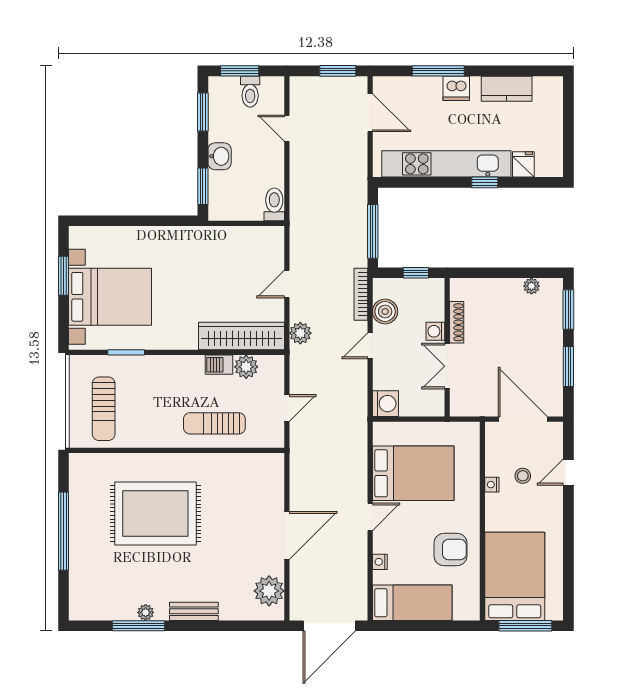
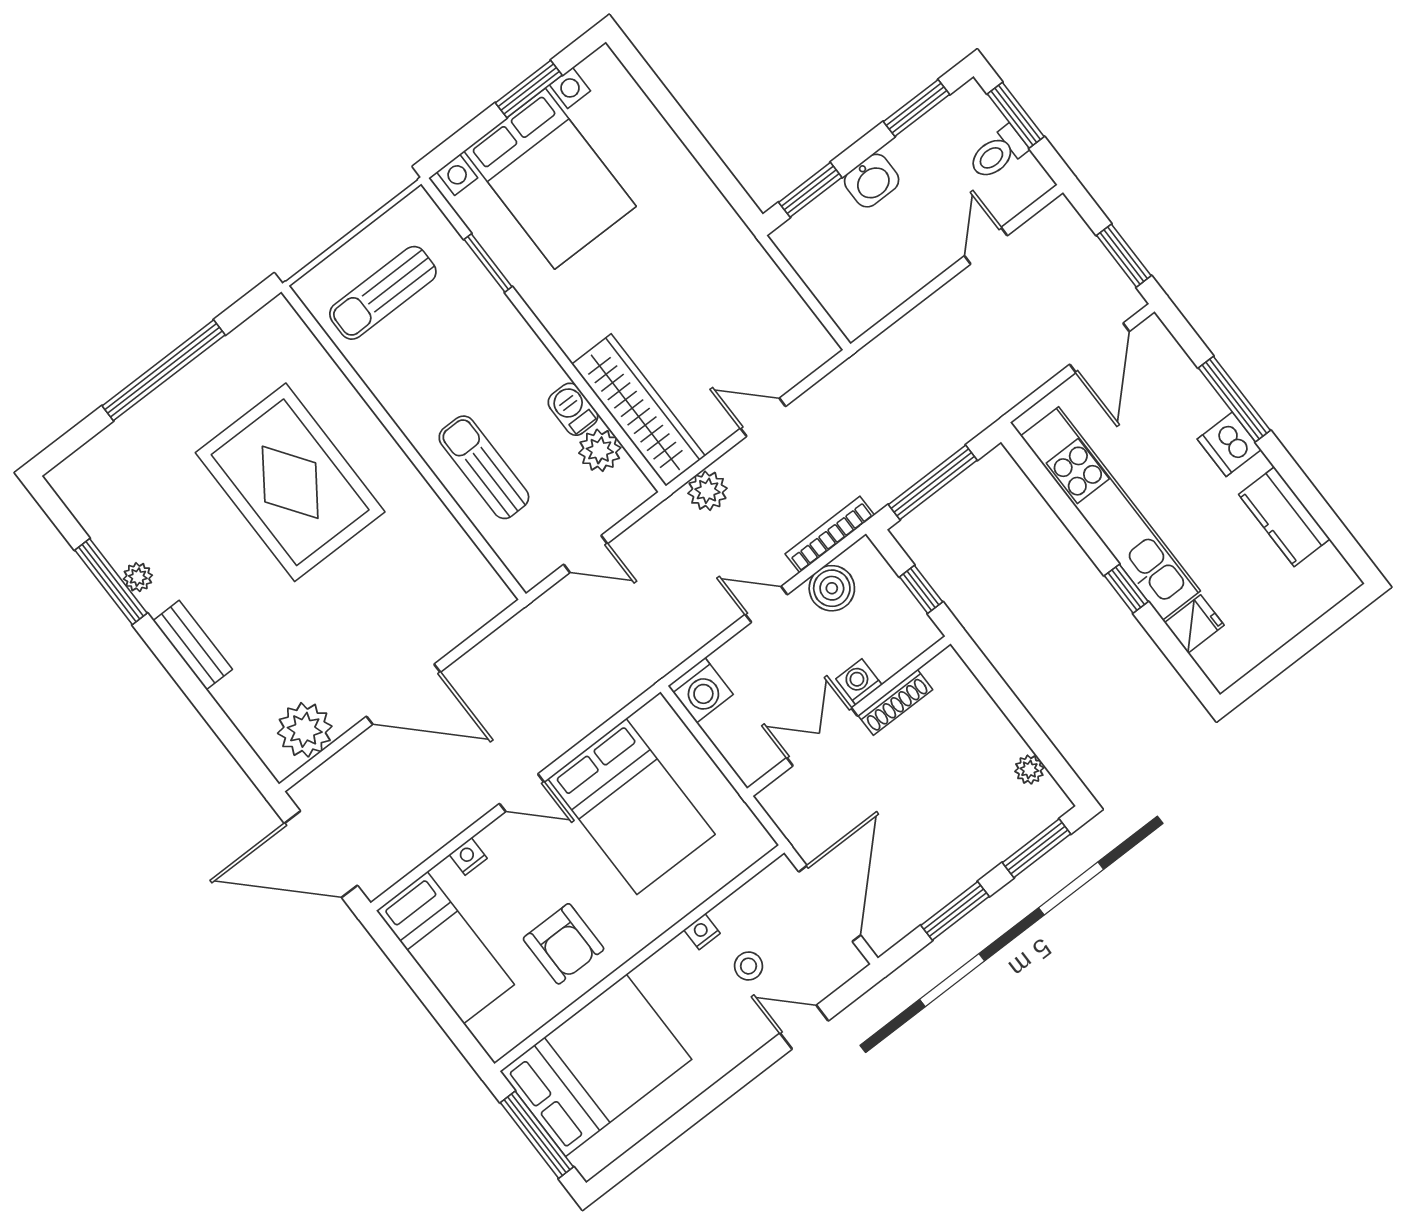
toilet: (274, 204) -> (863, 312), removed

